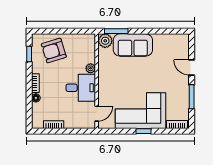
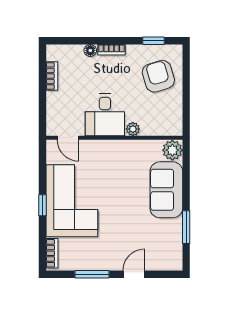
window: (116, 31) -> (186, 227), moved

